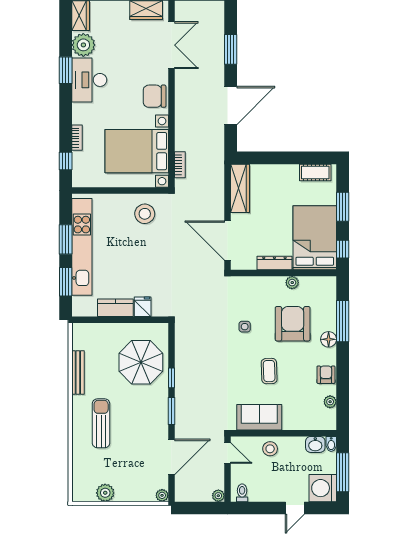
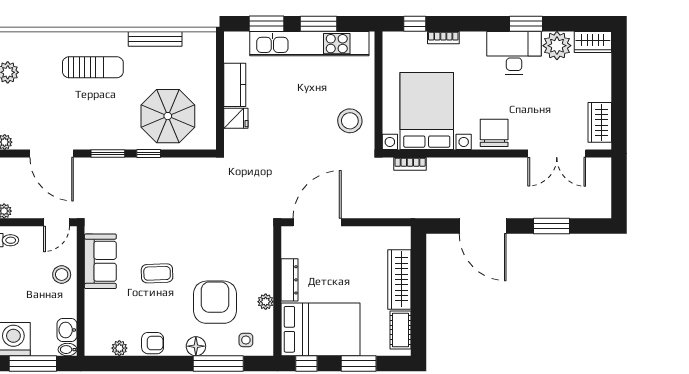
wardrobe: (240, 188) -> (399, 279), moved, turned 90
armchair: (293, 324) -> (215, 302), turned -90
side table: (245, 327) -> (246, 340), moved

